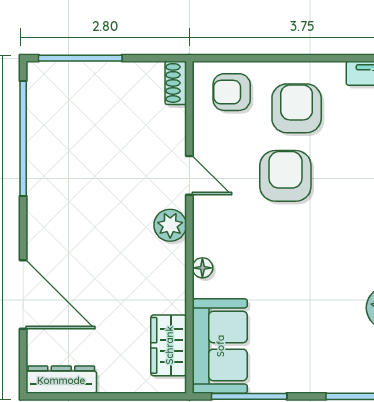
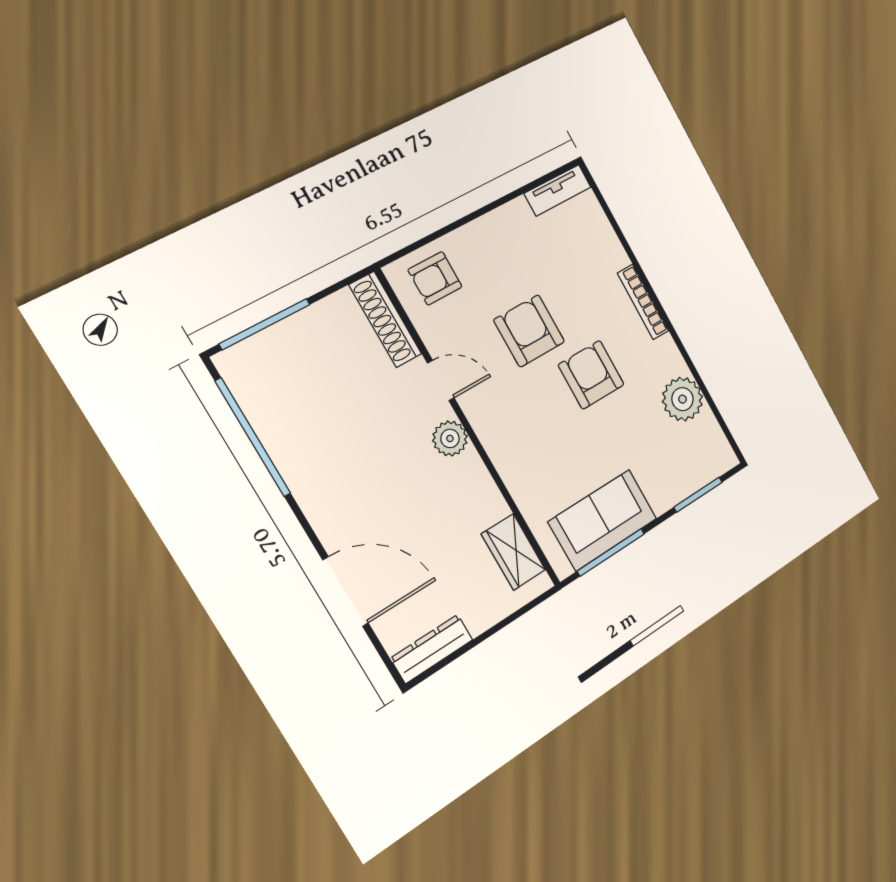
shoe rack: (176, 83) -> (385, 319), width x1.94, depth x1.24
armchair: (297, 108) -> (591, 375), moved
floor lamp: (202, 268) -> (503, 461), removed
sofa: (220, 346) -> (603, 520), moved, turned -90

